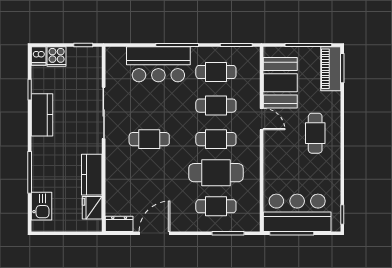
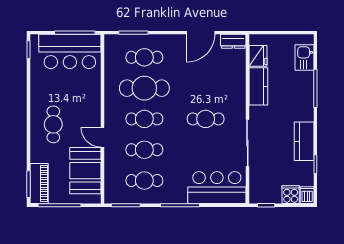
bar counter: (158, 64) -> (217, 188), moved

